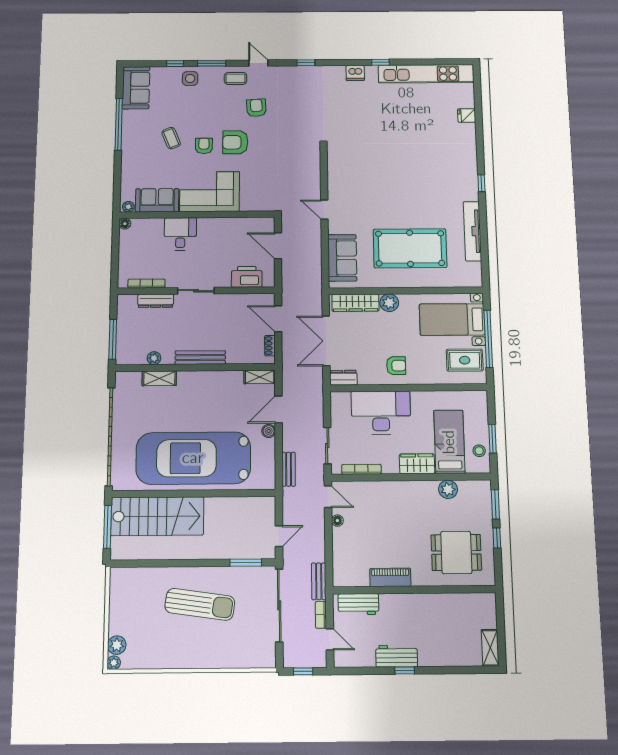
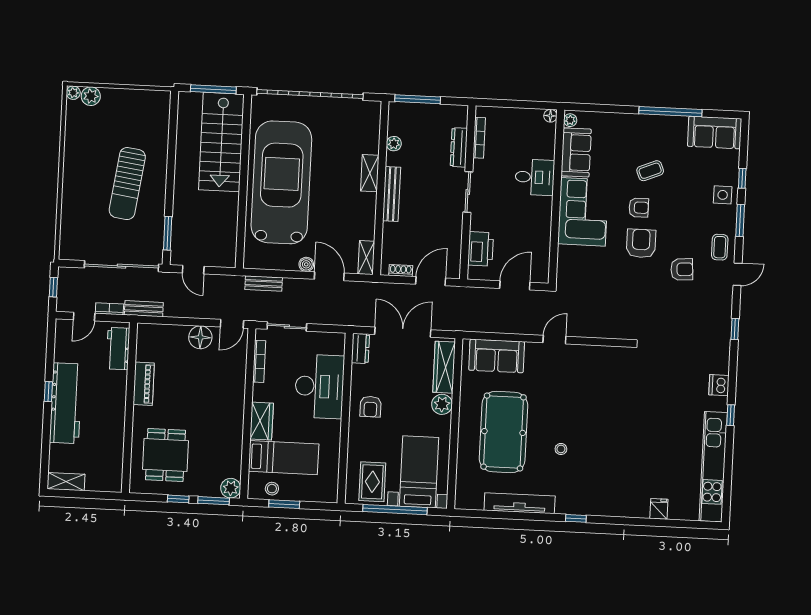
stool: (421, 199) -> (561, 449), added
shelving: (159, 378) -> (370, 173), moved
plant: (448, 489) -> (231, 488), moved
floor lamp: (337, 521) -> (200, 337), width x1.89, depth x1.89
workbench: (397, 656) -> (66, 403), width x1.88, depth x1.32

